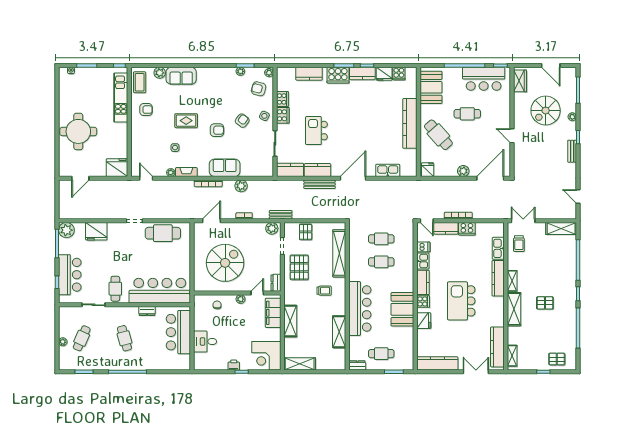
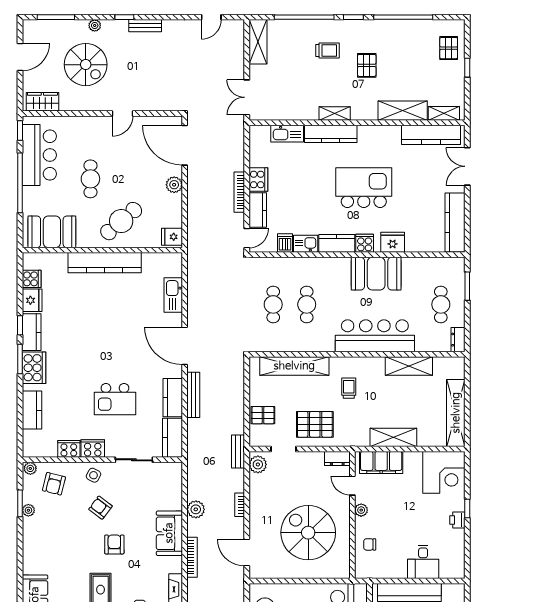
trolley: (519, 244) -> (328, 51), moved
kitchen island: (461, 301) -> (364, 188), turned 180
shelving: (514, 309) -> (403, 111), moved
shelving: (300, 364) -> (456, 413), width x1.47

